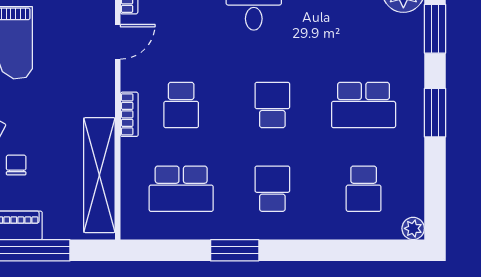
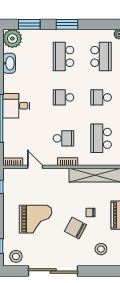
school desk: (364, 105) -> (63, 56), turned 180
school desk: (181, 189) -> (101, 138), turned 180
school desk: (364, 189) -> (101, 56), width x1.85

